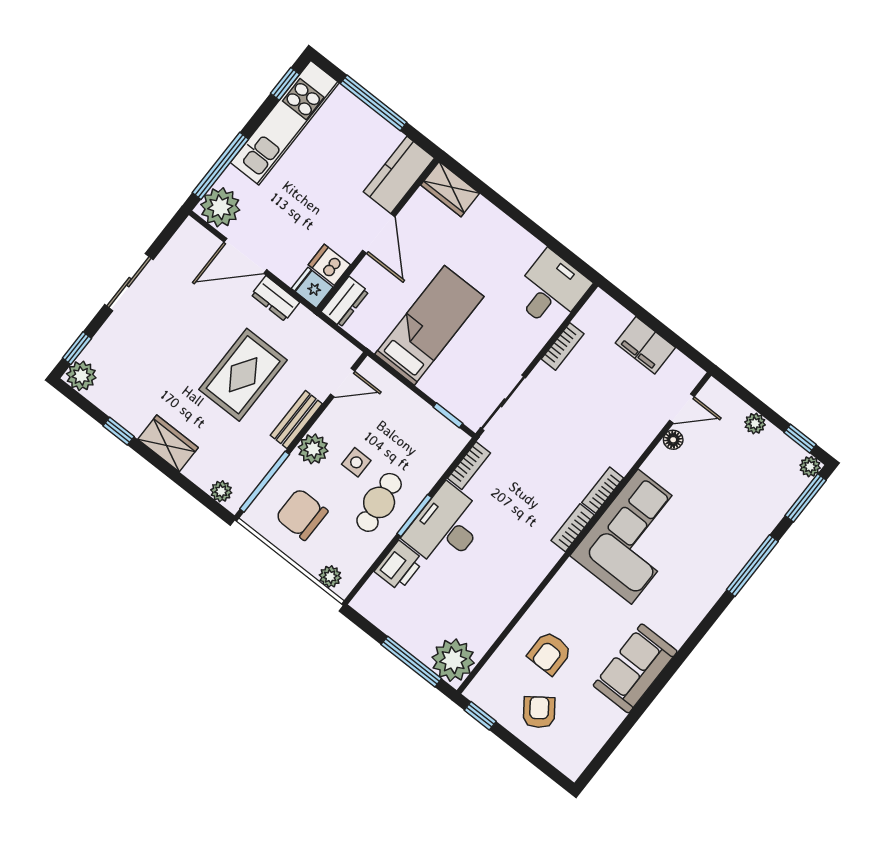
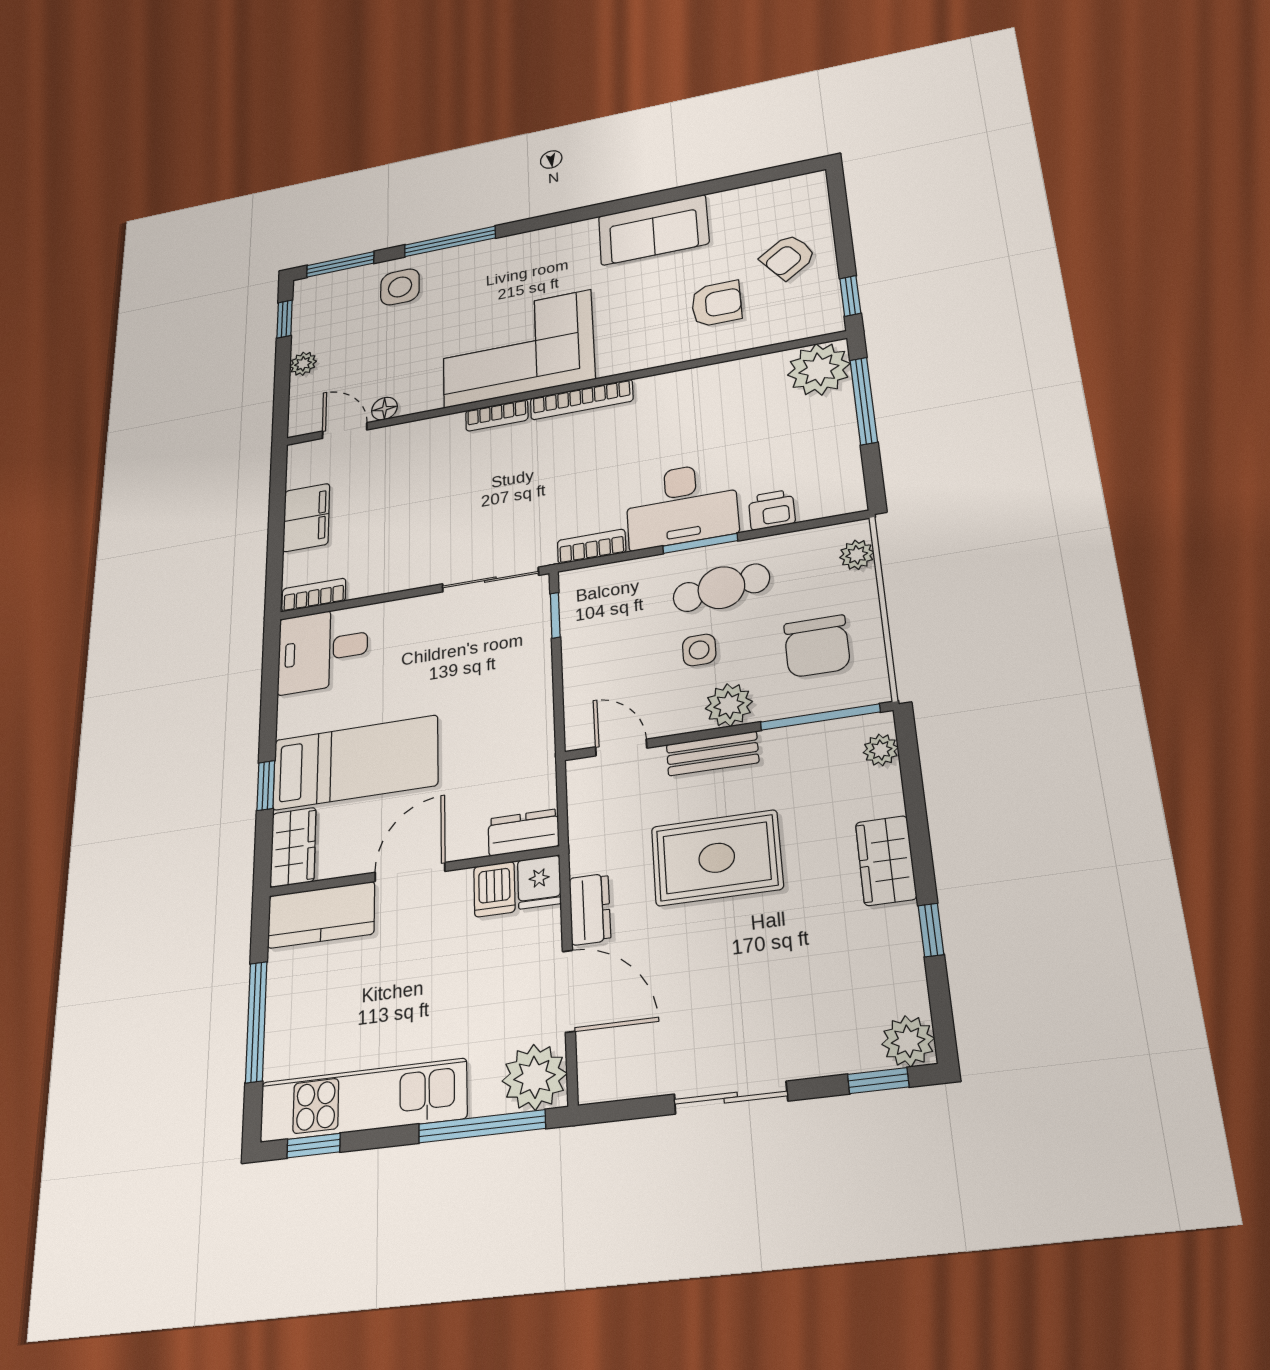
window: (500, 202) -> (266, 786), added
bed: (429, 325) -> (355, 763), moved, turned 180
bookcase: (563, 346) -> (314, 595), moved
plant: (810, 467) -> (305, 288), removed
side table: (750, 515) -> (400, 287), added
bookcase: (573, 528) -> (582, 400), width x1.56
printer: (399, 566) -> (772, 510), width x0.73, depth x0.81

